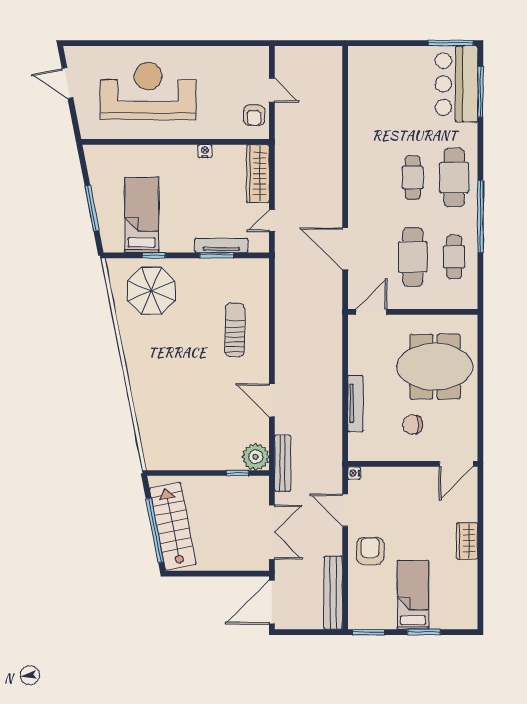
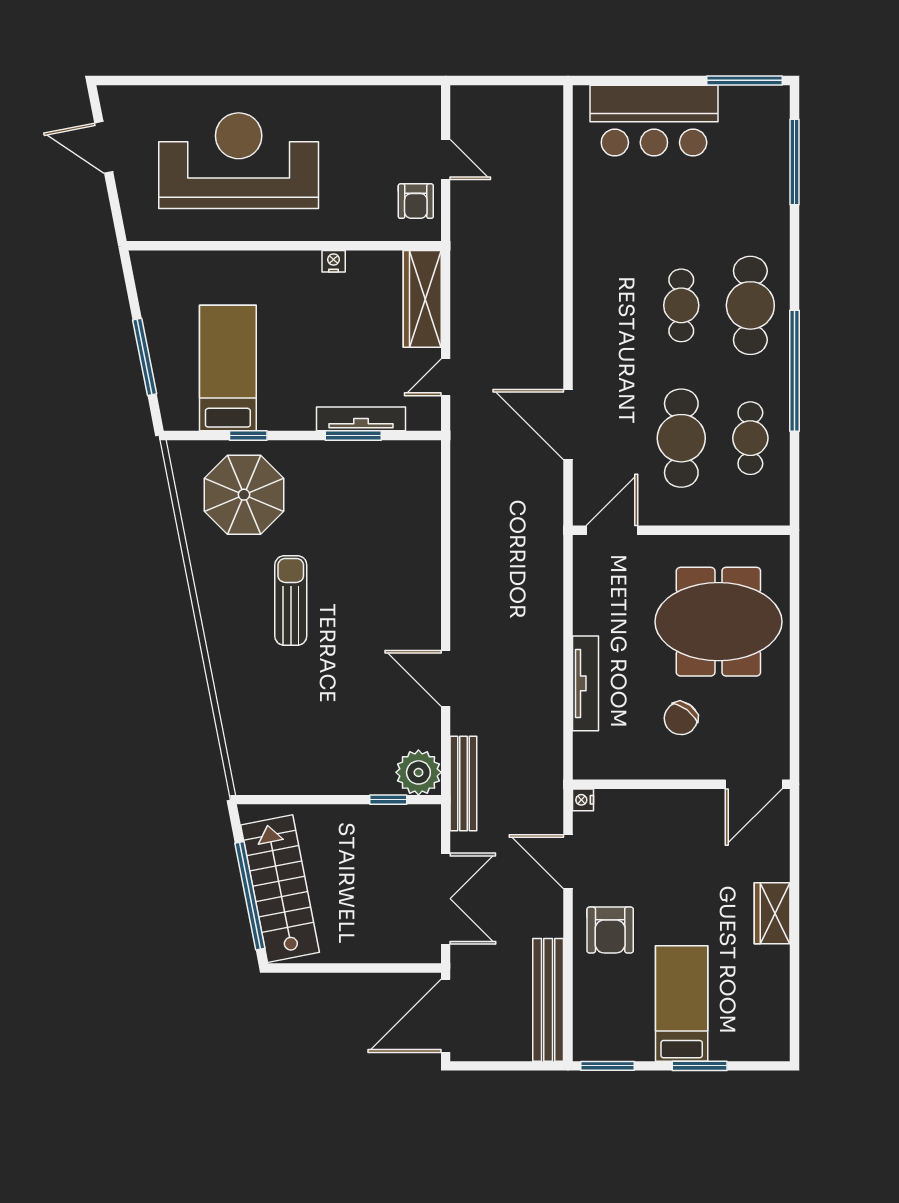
bar counter: (457, 84) -> (654, 121), moved, turned -90
sun lounger: (235, 330) -> (291, 600), moved
chair: (413, 424) -> (681, 718), turned -53
armchair: (370, 551) -> (610, 930), turned 180

